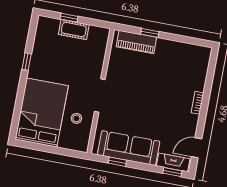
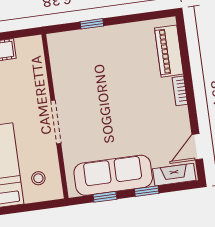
piano: (136, 42) -> (169, 51), moved, turned 90
stool: (76, 118) -> (38, 178), moved
window: (172, 172) -> (147, 191), moved

